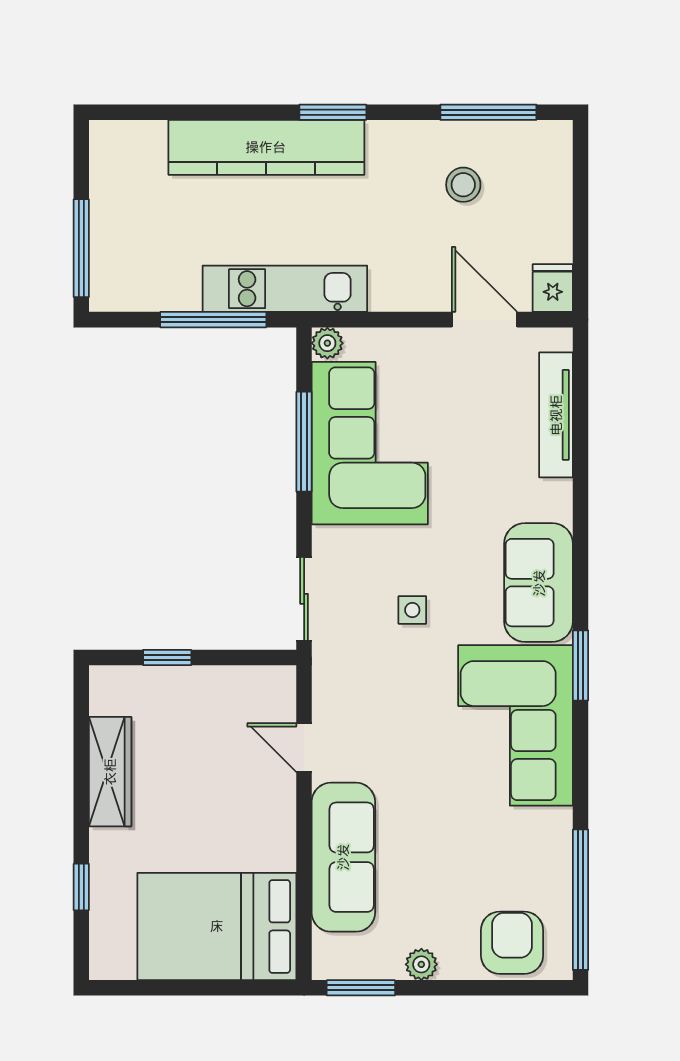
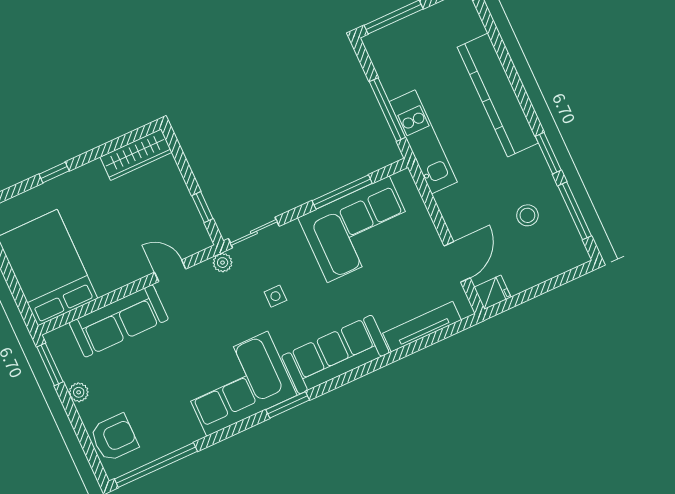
window: (333, 112) -> (548, 153), moved
plant: (327, 343) -> (223, 263), moved
sofa: (539, 583) -> (335, 354), width x1.36
window: (167, 658) -> (202, 207), moved
door: (304, 748) -> (170, 271), hinge flipped
wardrobe: (110, 772) -> (136, 155), moved
window: (81, 887) -> (54, 172), moved

